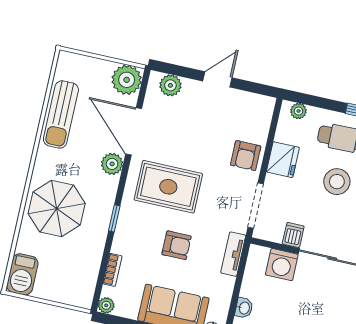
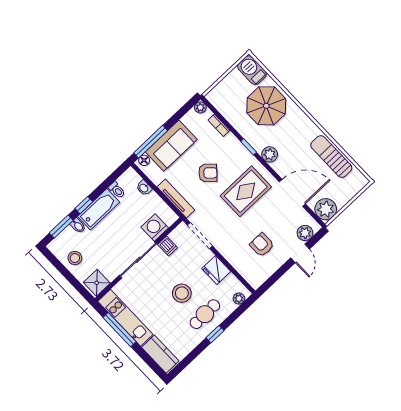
door: (217, 79) -> (300, 253), moved
armchair: (246, 156) -> (262, 245), moved
plant: (112, 164) -> (270, 154), moved
parasol: (57, 208) -> (266, 106), moved
armchair: (177, 245) -> (208, 173), turned -138
tv unit: (233, 254) -> (176, 199), width x1.41

